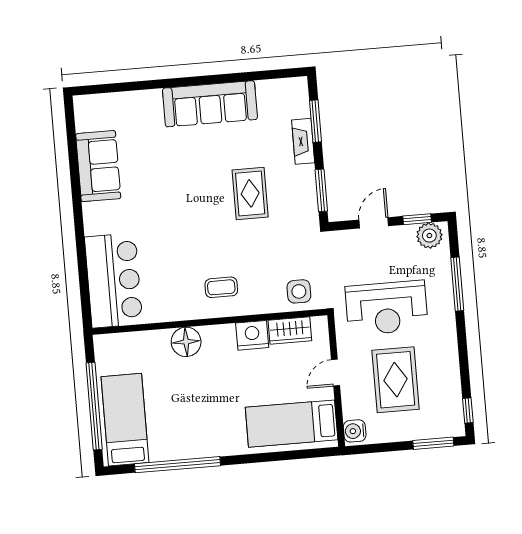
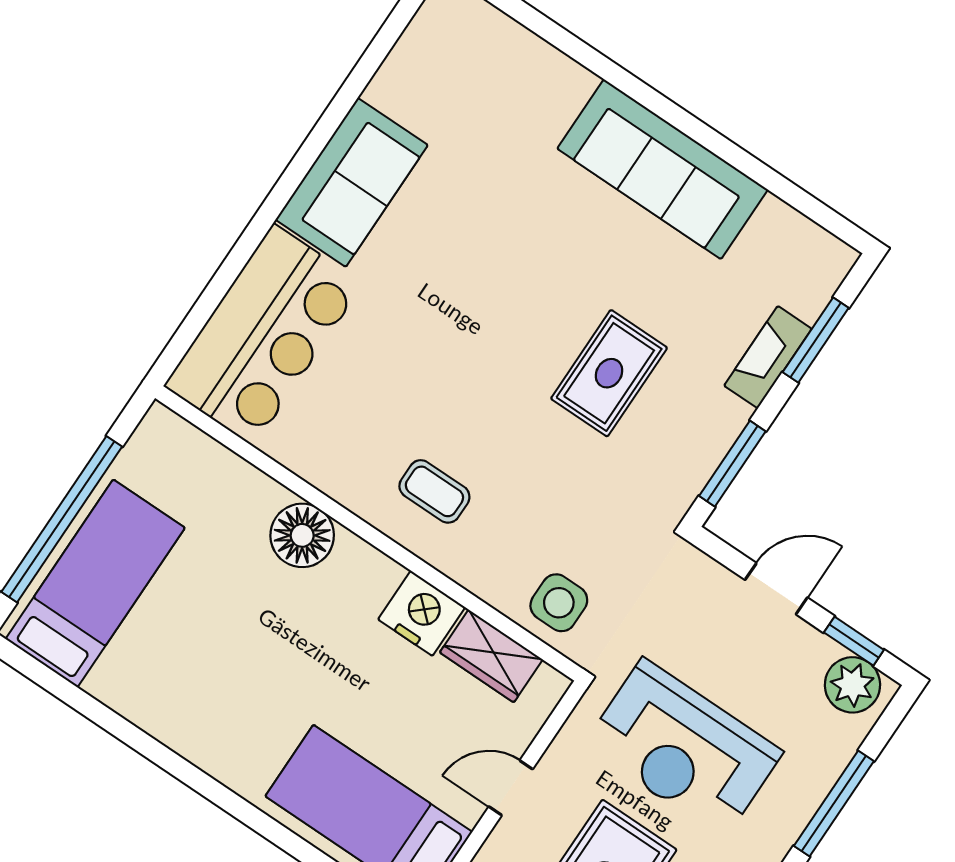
sofa: (98, 166) -> (352, 182), moved
window: (178, 465) -> (123, 730), removed

